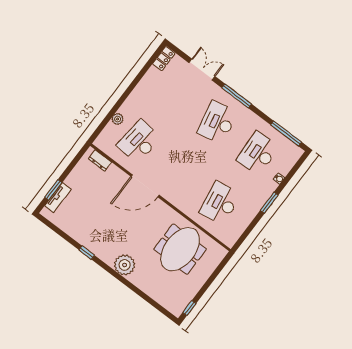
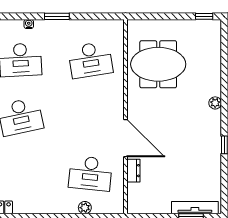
dresser: (100, 161) -> (133, 171), moved
tv unit: (58, 198) -> (195, 208), width x1.41
plant: (125, 265) -> (215, 103), width x0.53, depth x0.53

